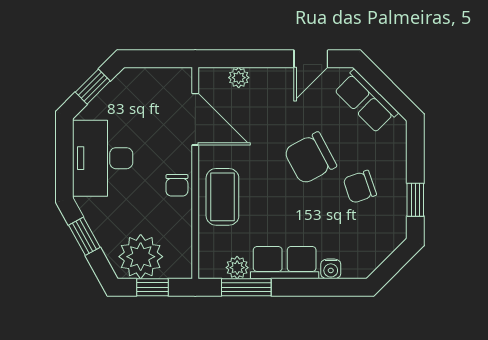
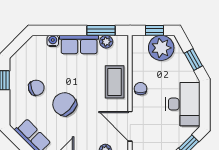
chair: (310, 158) -> (65, 104), turned -109

